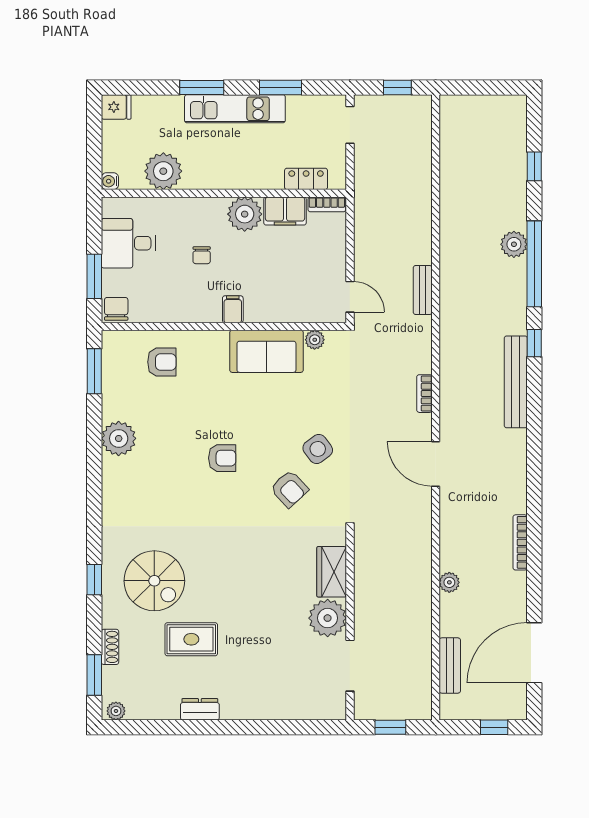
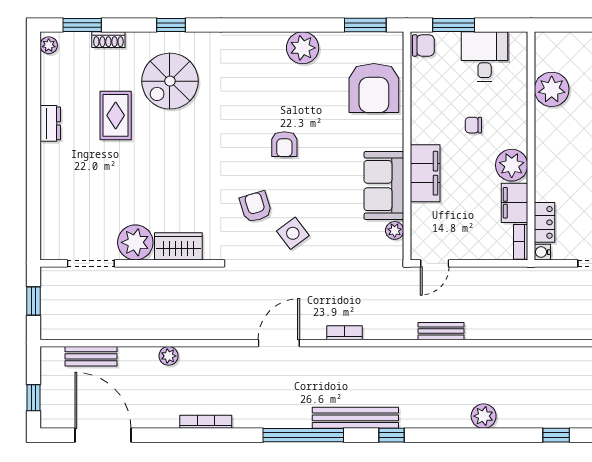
water cooler: (110, 181) -> (542, 252), moved, turned -90
window: (534, 264) -> (303, 435), moved
filing cabinet: (233, 309) -> (425, 173), width x3.00, depth x1.17
armchair: (162, 362) -> (374, 88), width x1.88, depth x1.88
armchair: (289, 489) -> (256, 207), turned 116

